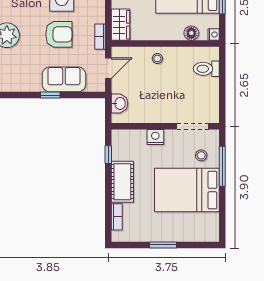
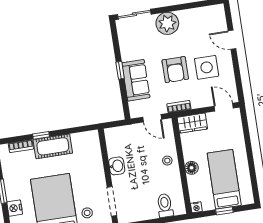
floor lamp: (191, 33) -> (192, 168), moved
washbasin: (120, 103) -> (117, 166), moved, turned -90
nightstand: (155, 137) -> (15, 208), moved, turned 180
window: (108, 155) -> (41, 135), moved

